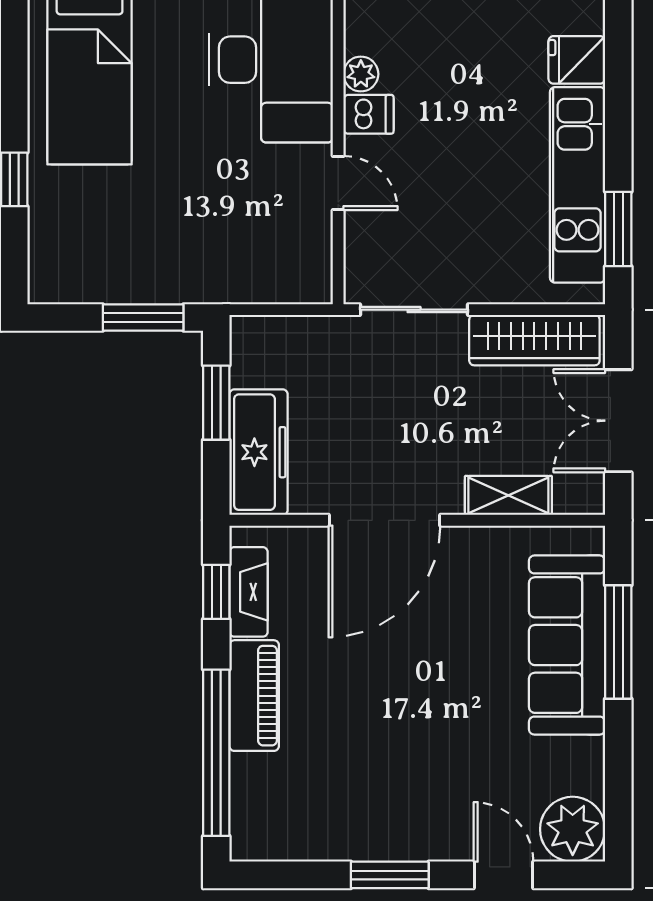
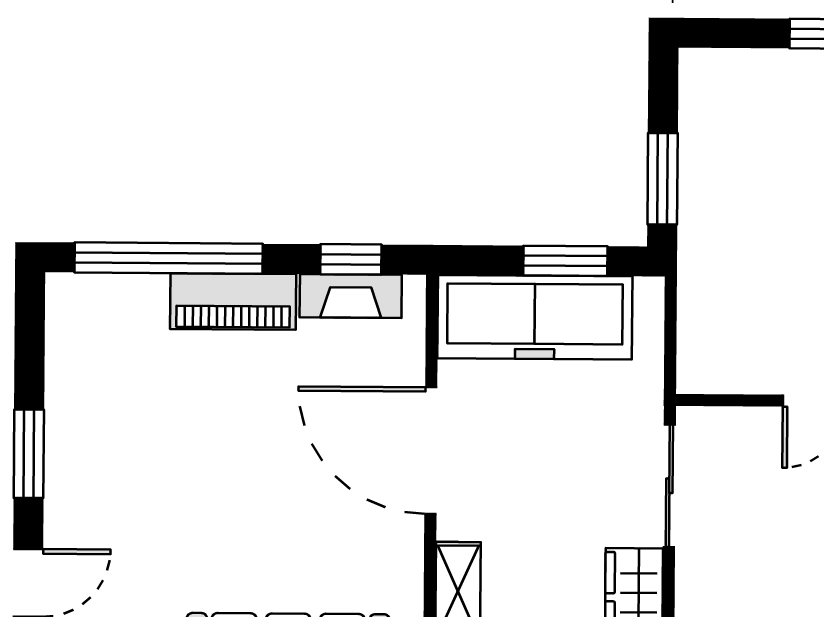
freezer: (259, 452) -> (535, 317), width x1.36, depth x1.26

